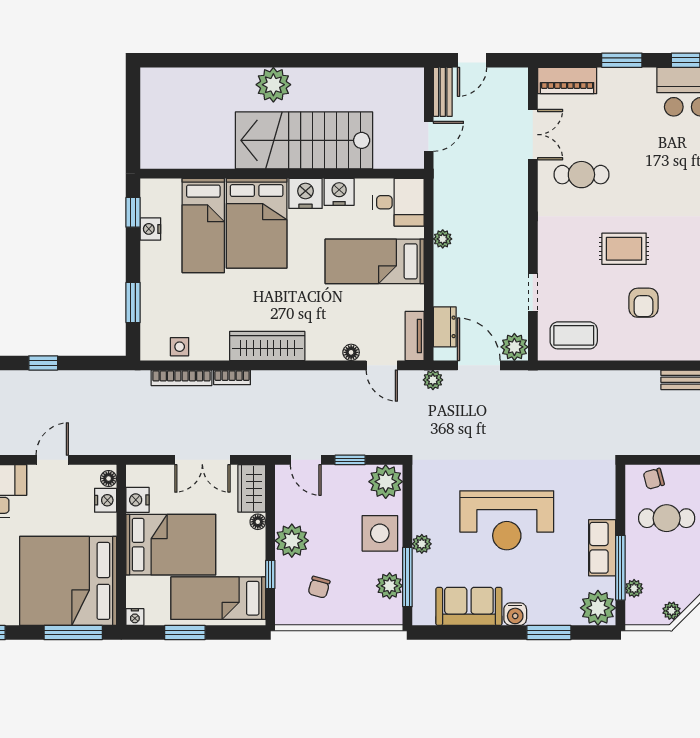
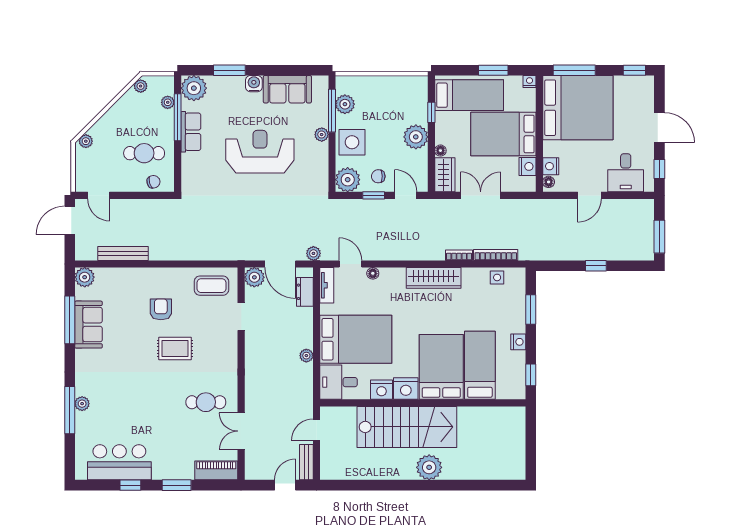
nightstand: (150, 229) -> (518, 342), moved
bed: (375, 261) -> (356, 339), width x1.50
chair: (319, 587) -> (378, 176), moved, turned -105

